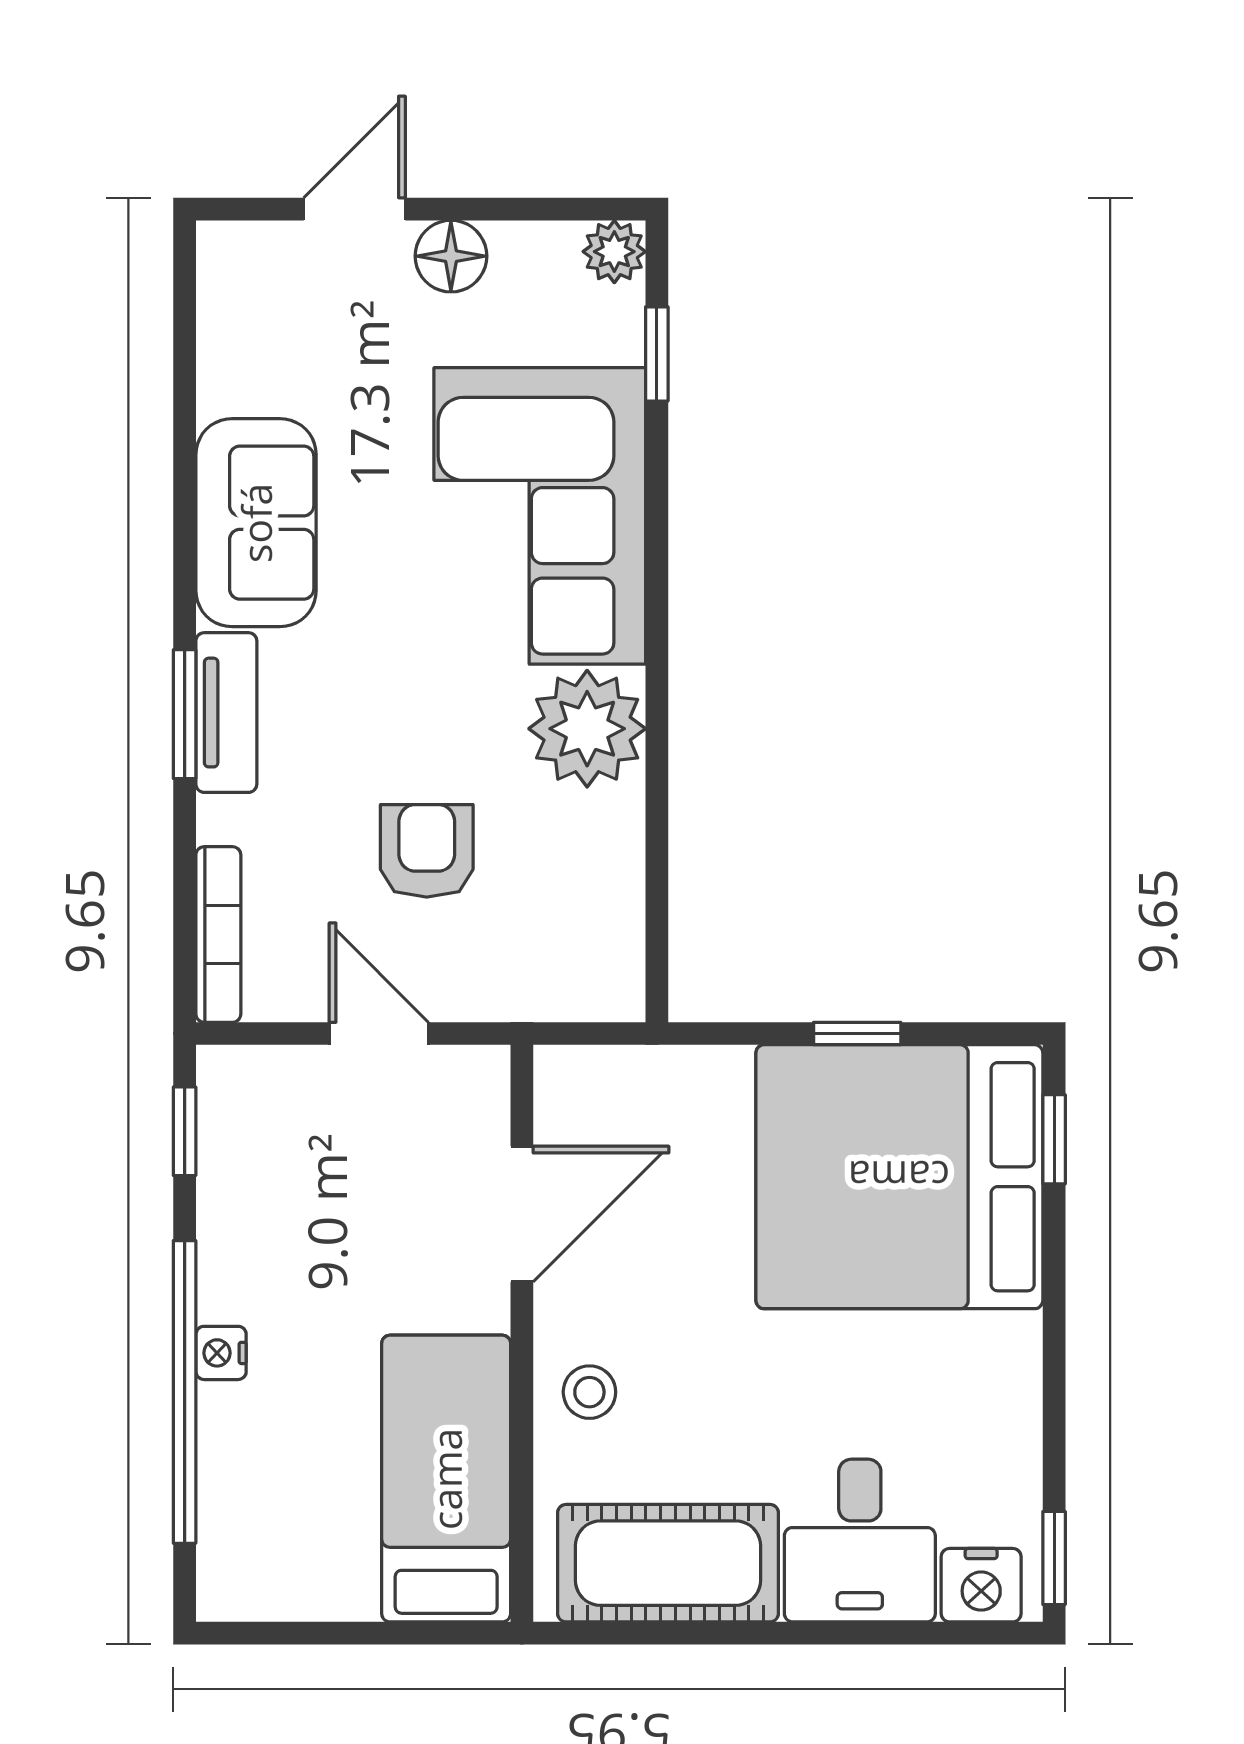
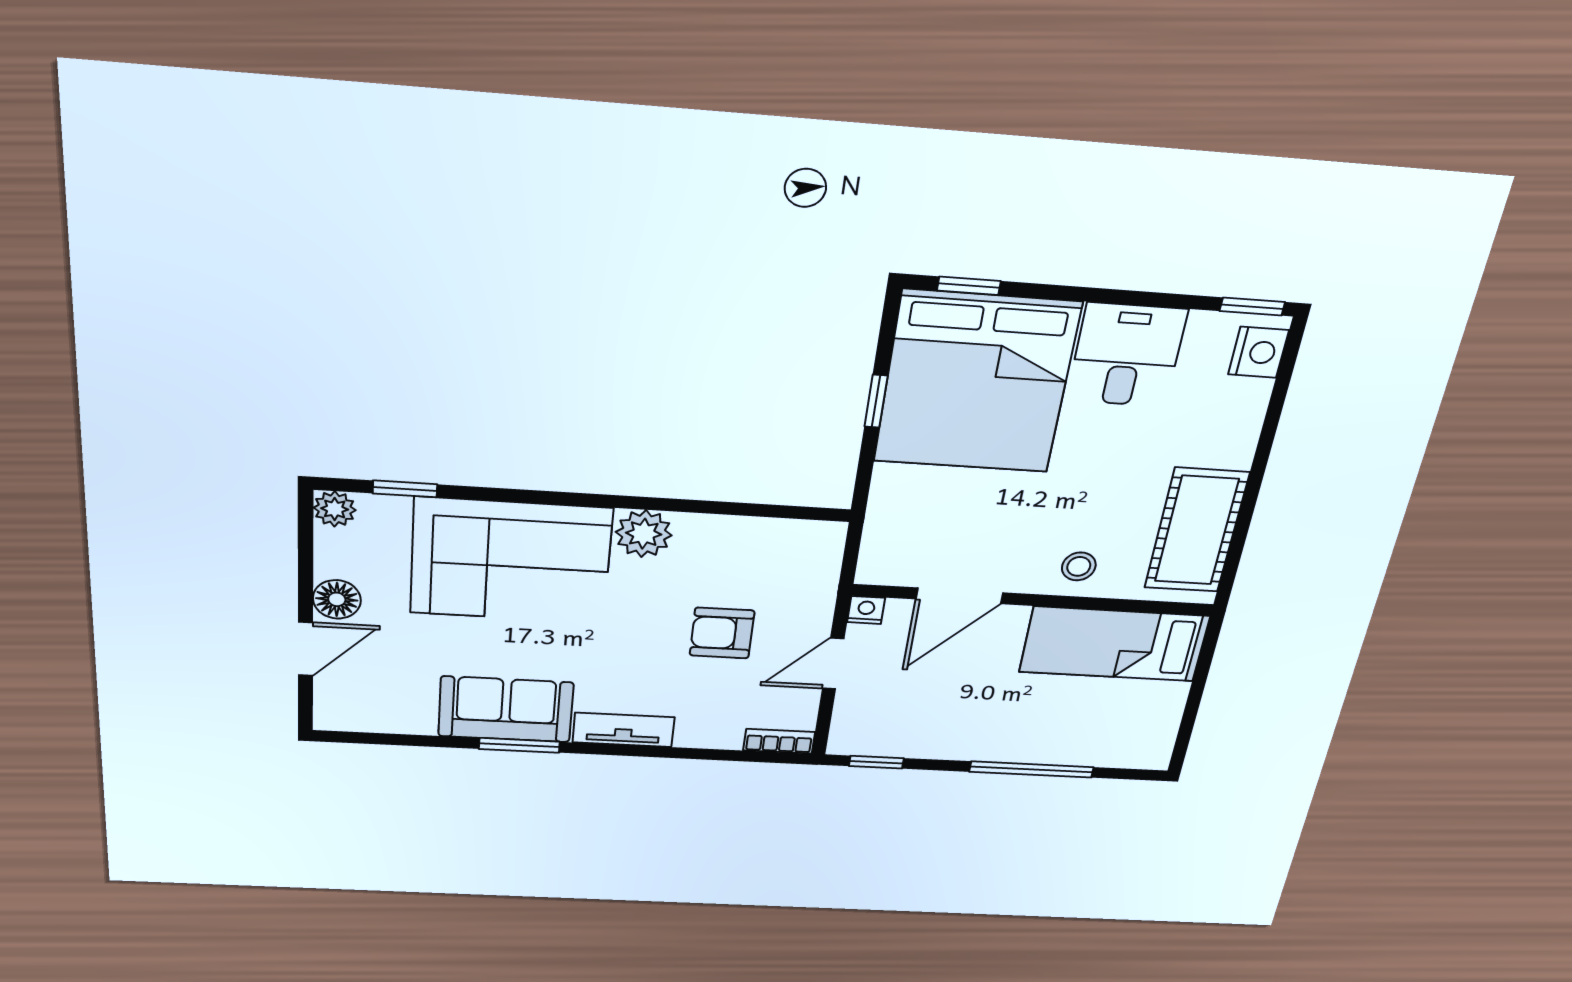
door: (355, 209) -> (305, 649), swing flipped
window: (185, 714) -> (519, 745), moved
plant: (587, 729) -> (644, 534), width x0.73, depth x0.73
bookcase: (218, 934) -> (779, 741), width x0.64
door: (522, 1214) -> (959, 596), swing flipped
nightstand: (221, 1353) -> (866, 610), moved, turned 180
window: (185, 1392) -> (1031, 769), width x0.68
desk: (860, 1541) -> (1127, 355), moved, turned -90

